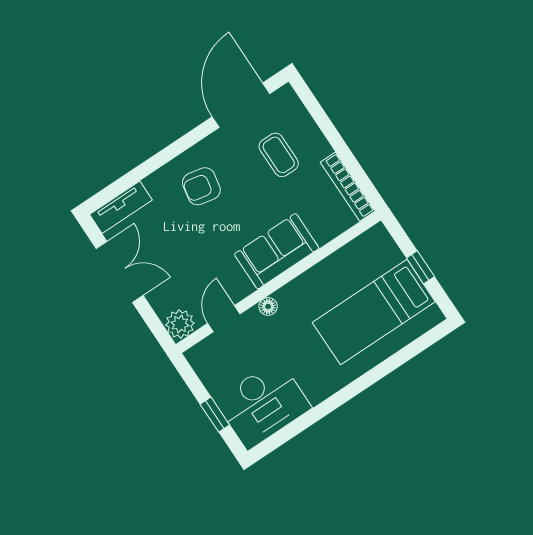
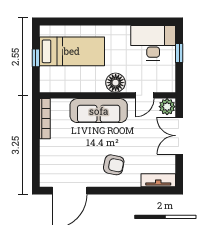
coffee table: (279, 155) -> (67, 155), removed
sofa: (277, 251) -> (99, 111), width x1.36
double door: (120, 272) -> (179, 136), moved
floor lamp: (268, 306) -> (116, 83), width x1.89, depth x1.89

